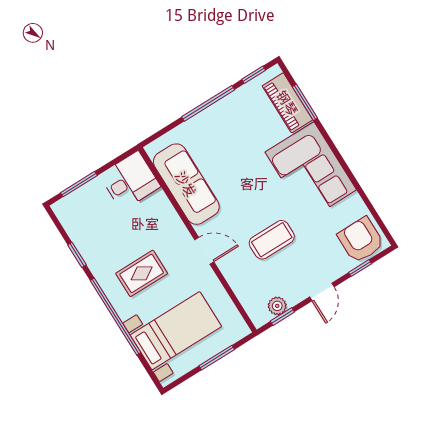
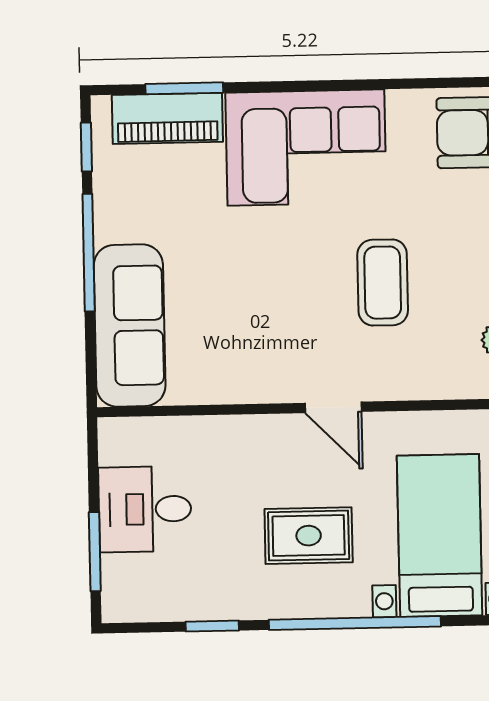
desk: (130, 181) -> (145, 509), moved, turned -90
sofa: (186, 184) -> (130, 325), moved, turned 90
door: (204, 251) -> (333, 407), swing flipped
rug: (142, 273) -> (309, 536), turned 90

